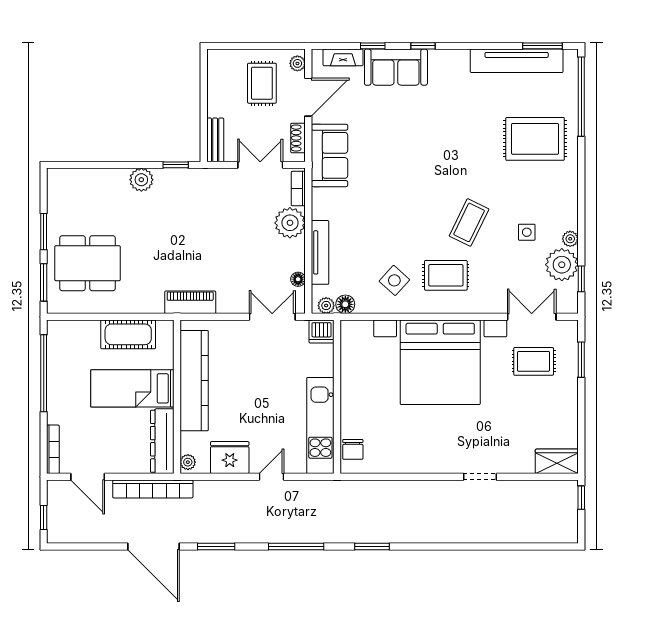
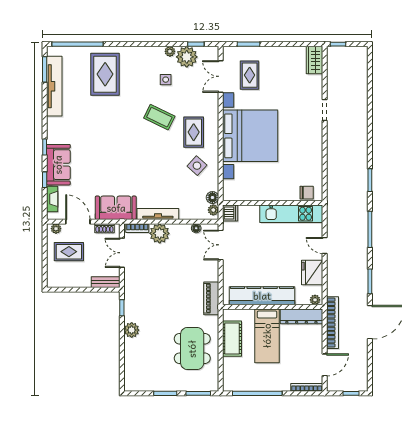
tv unit: (320, 252) -> (158, 214), moved
dining table: (88, 263) -> (192, 349), moved

